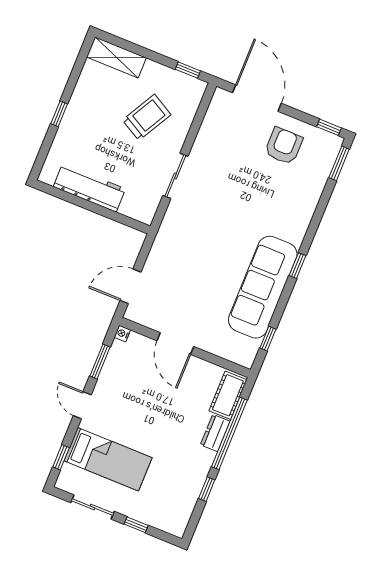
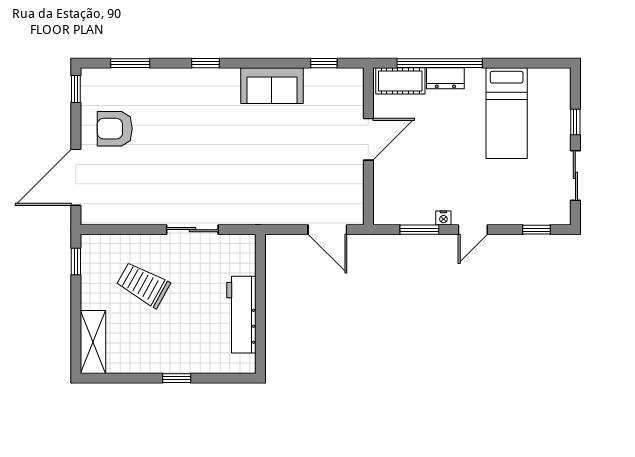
window: (339, 163) -> (130, 63), moved
window: (298, 266) -> (205, 63), moved
sofa: (263, 287) -> (272, 86), width x0.54, depth x0.79
nightstand: (122, 334) -> (443, 218), moved
door: (175, 344) -> (368, 139), moved
bed: (108, 459) -> (507, 113), moved, turned 180
window: (207, 489) -> (508, 63), removed

